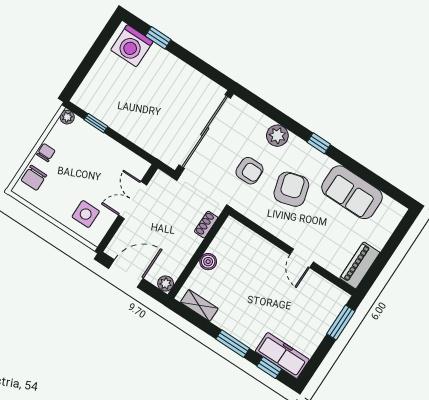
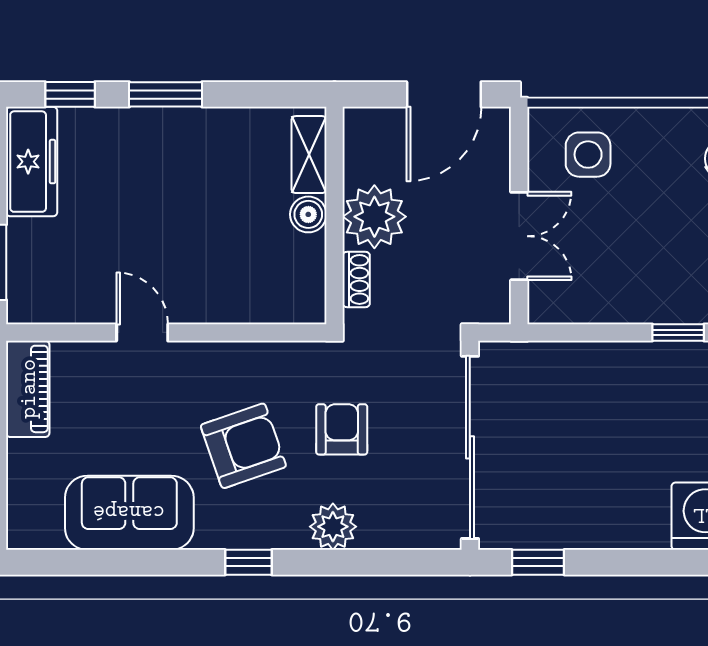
window: (158, 38) -> (538, 562), moved
armchair: (249, 171) -> (342, 429), turned 90
armchair: (291, 189) -> (243, 446), turned -93
plant: (166, 283) -> (374, 217), moved, width x1.87, depth x1.87
shelving: (199, 305) -> (309, 155), moved, turned 90
freezer: (282, 355) -> (32, 162), moved, turned -90

